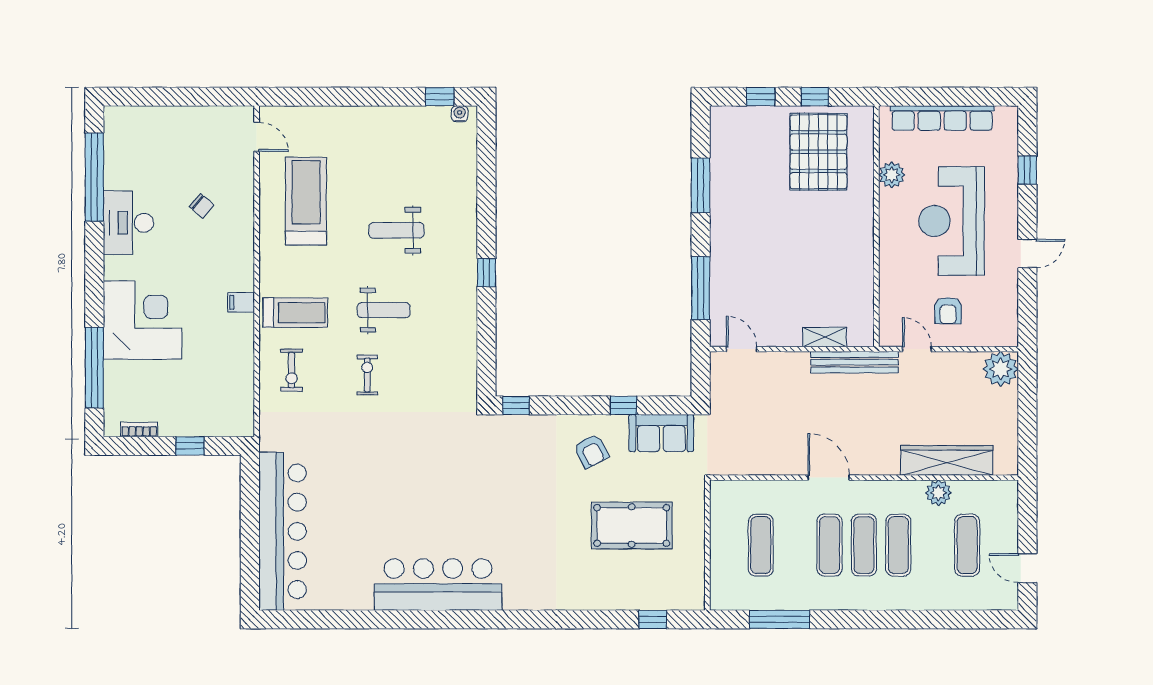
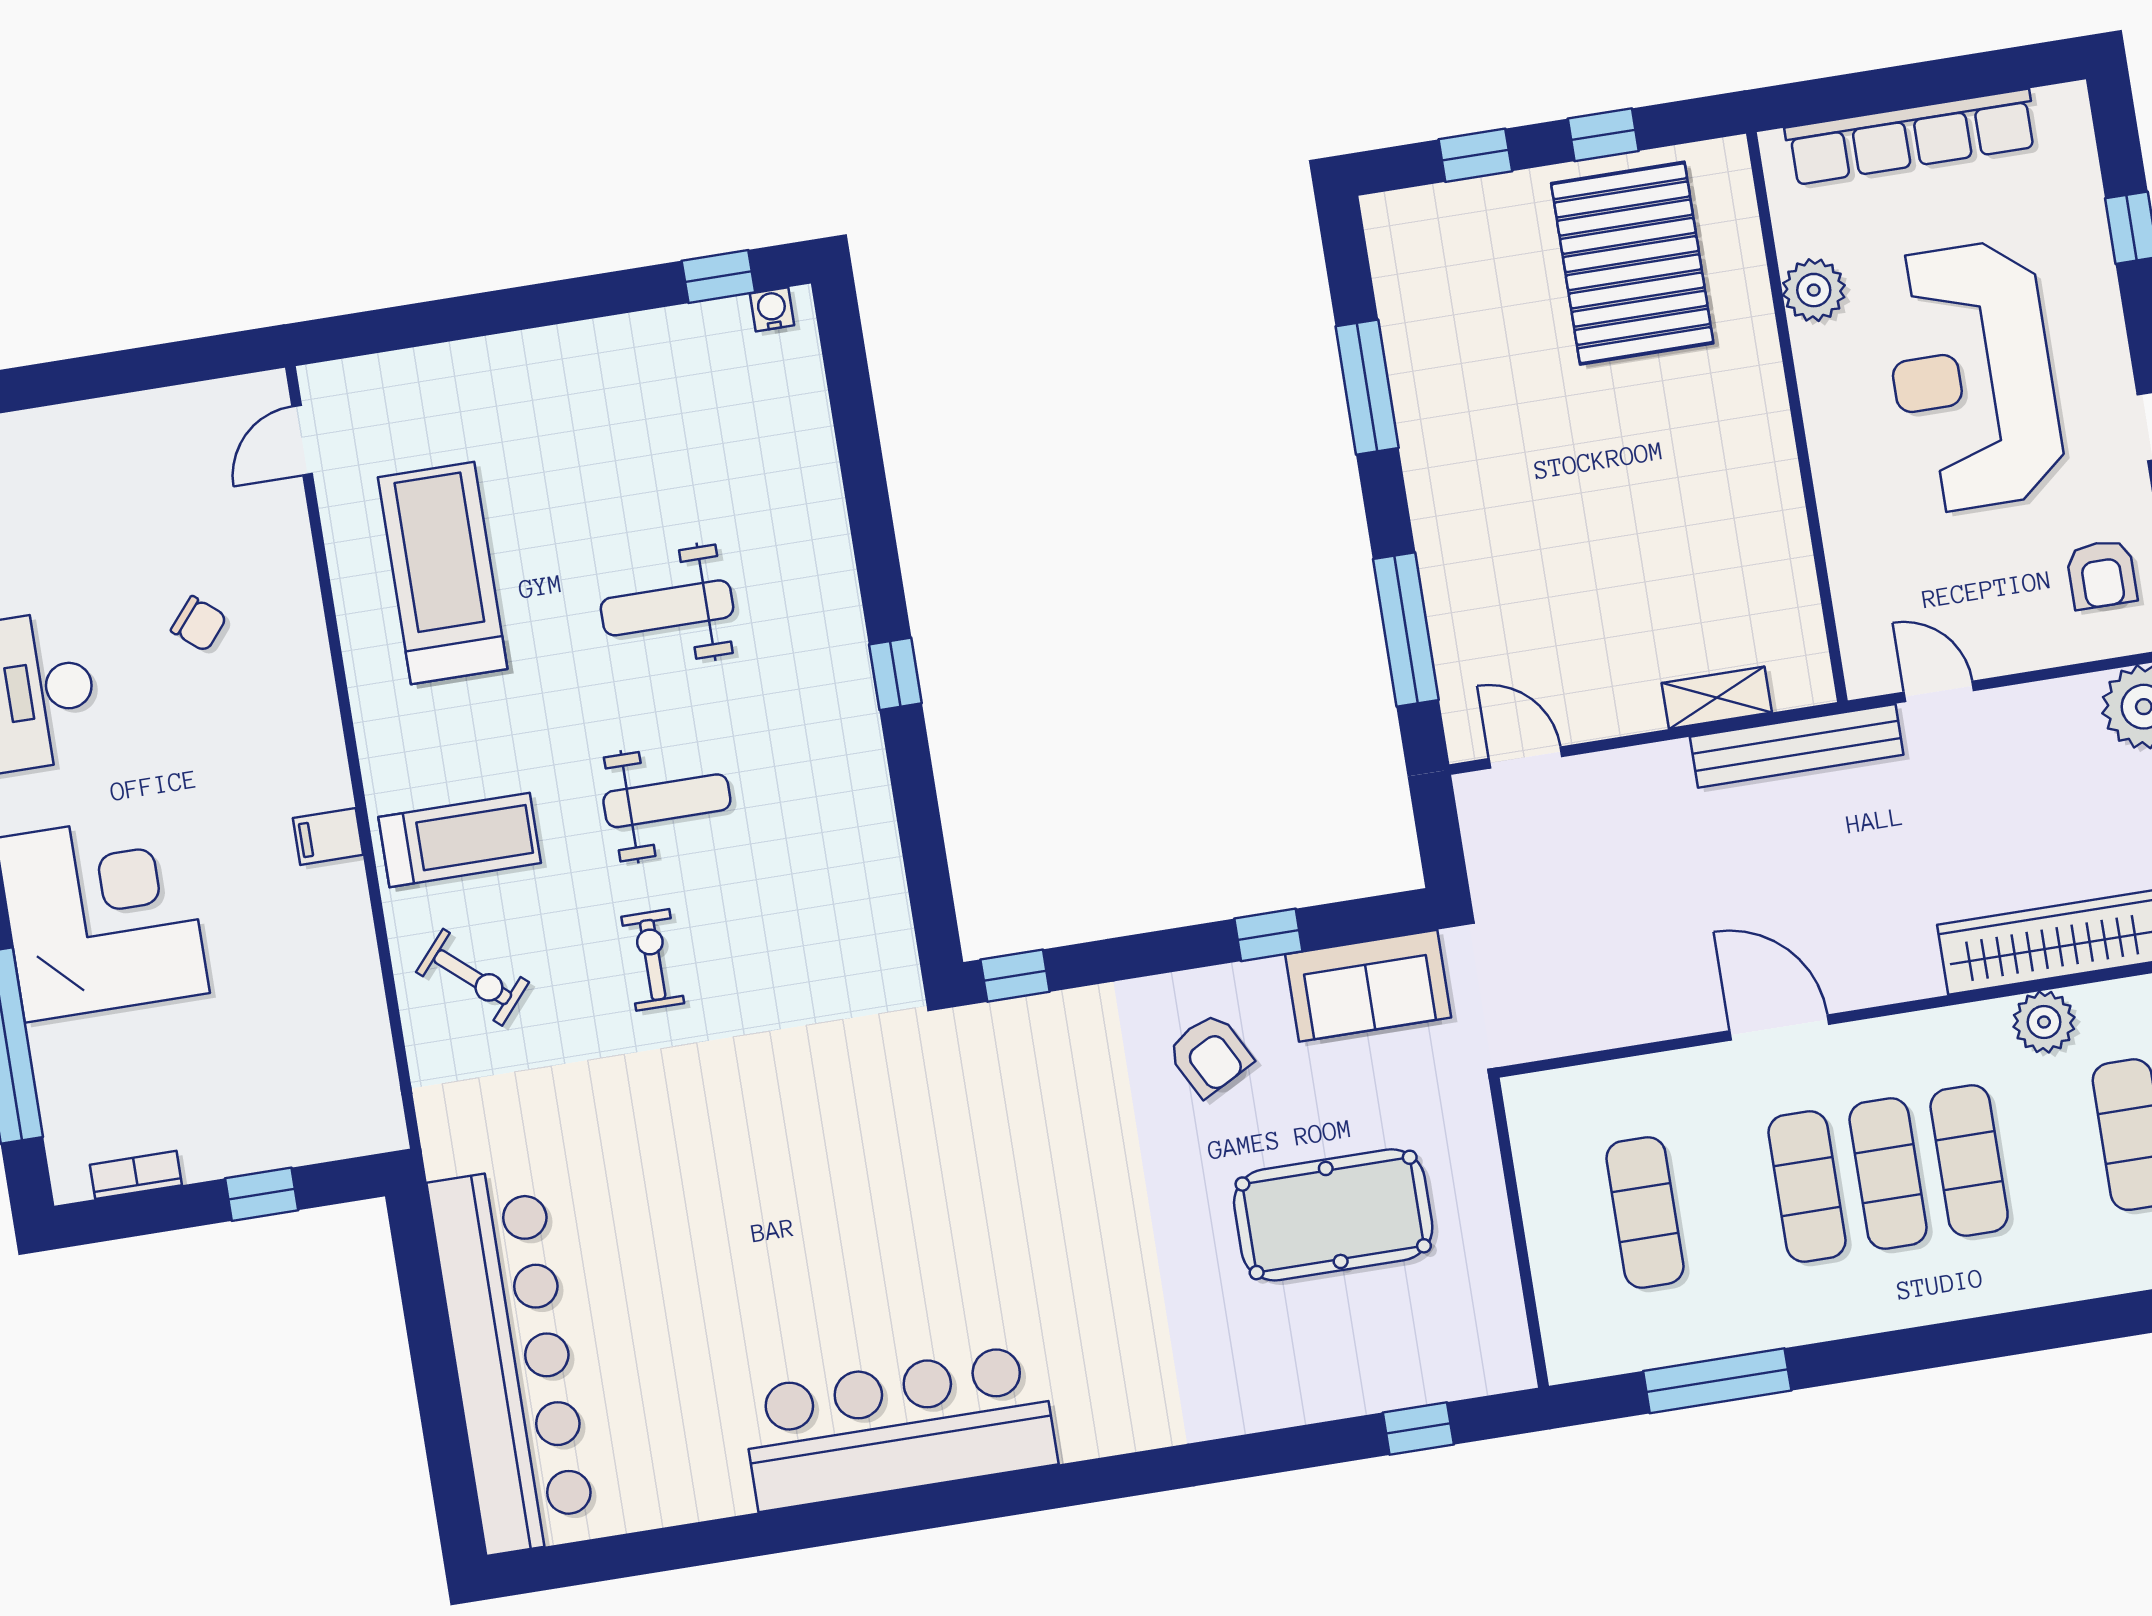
door: (257, 137) -> (302, 440), swing flipped
armchair: (948, 311) -> (2102, 574), moved
exercise bike: (292, 370) -> (473, 977), turned -49

